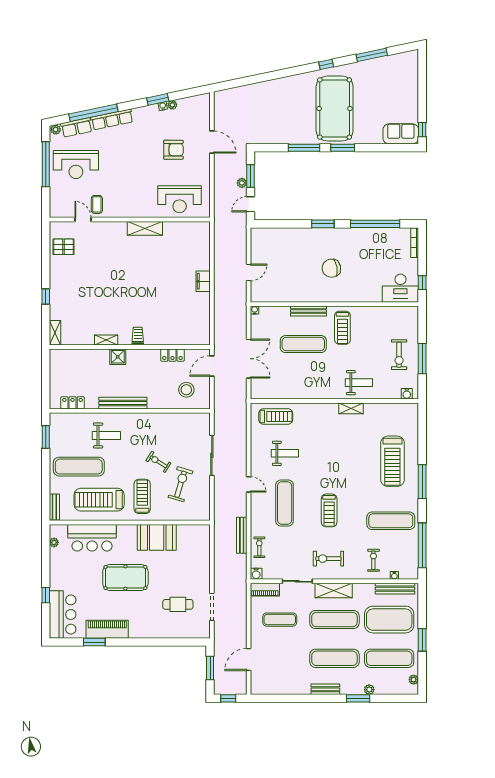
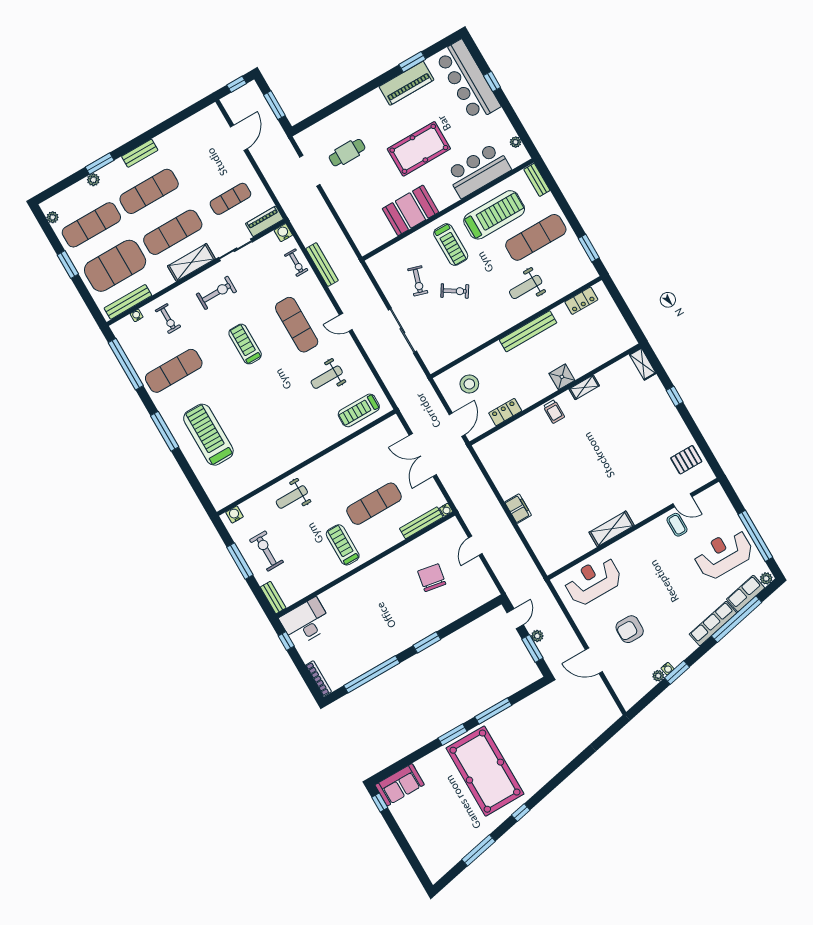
chair: (331, 268) -> (432, 578), moved, turned -69
bench: (309, 311) -> (421, 523), moved
bench: (414, 319) -> (273, 598), added
shelving: (351, 408) -> (284, 465), removed
exercise bike: (181, 484) -> (418, 281), width x0.73, depth x0.72
bar counter: (63, 615) -> (468, 81), width x1.36

